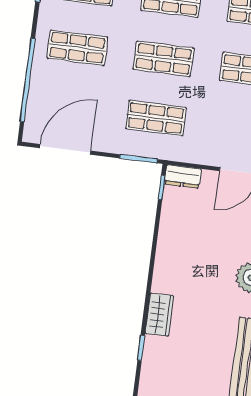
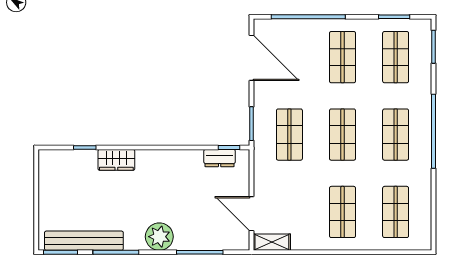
dresser: (183, 176) -> (220, 158), moved, turned -90

